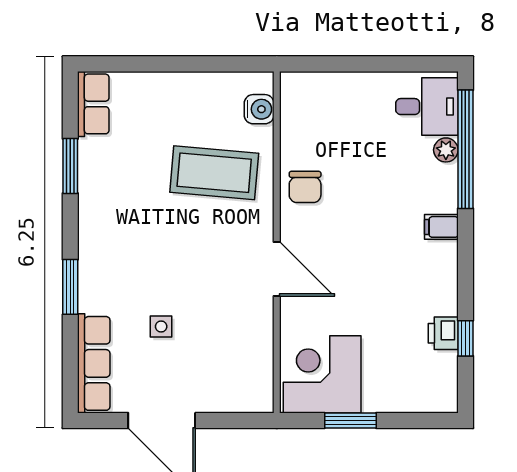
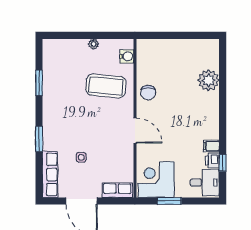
plant: (188, 82) -> (94, 44), added
row of seats: (93, 104) -> (117, 190), moved, turned -90
desk: (427, 107) -> (205, 183), moved
window: (465, 149) -> (223, 75), removed
plant: (446, 150) -> (209, 80), width x1.87, depth x1.87
filing cabinet: (441, 227) -> (211, 146), moved

